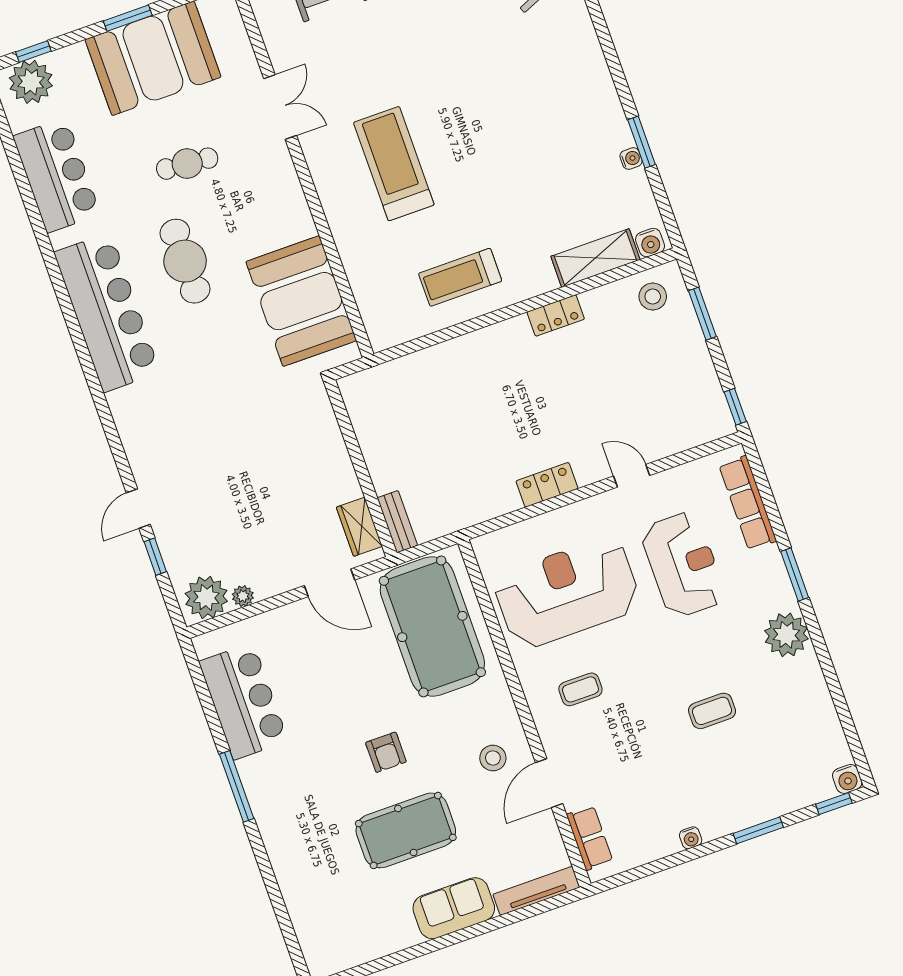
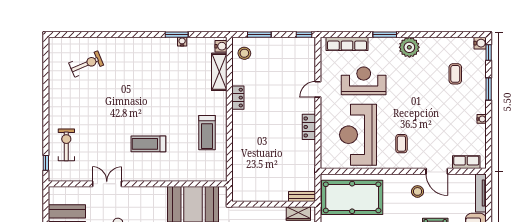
treadmill: (394, 164) -> (148, 144), width x0.73, depth x0.73
coffee table: (712, 711) -> (455, 74), moved

